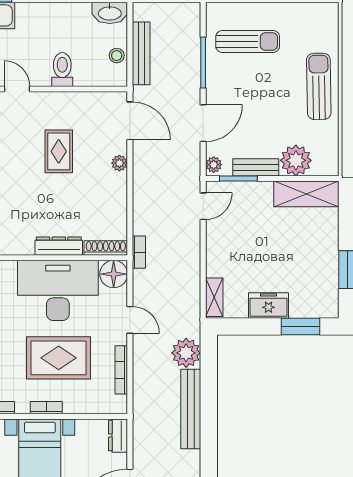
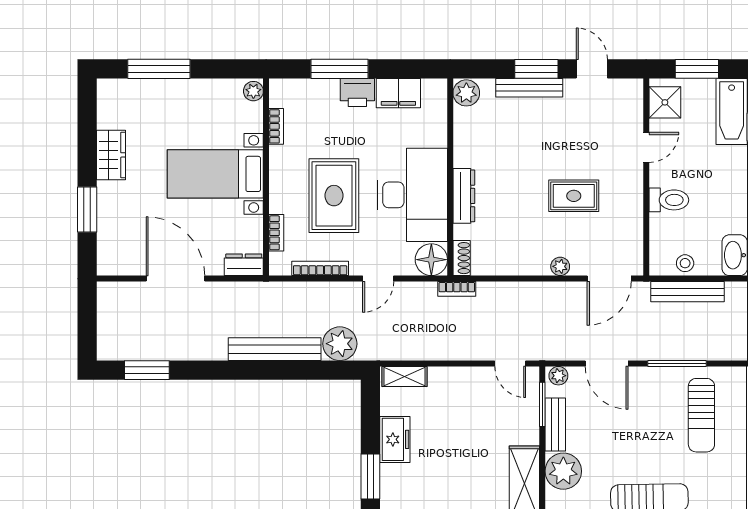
shoe rack: (106, 248) -> (462, 258), width x0.70
bookcase: (46, 408) -> (276, 233), moved

